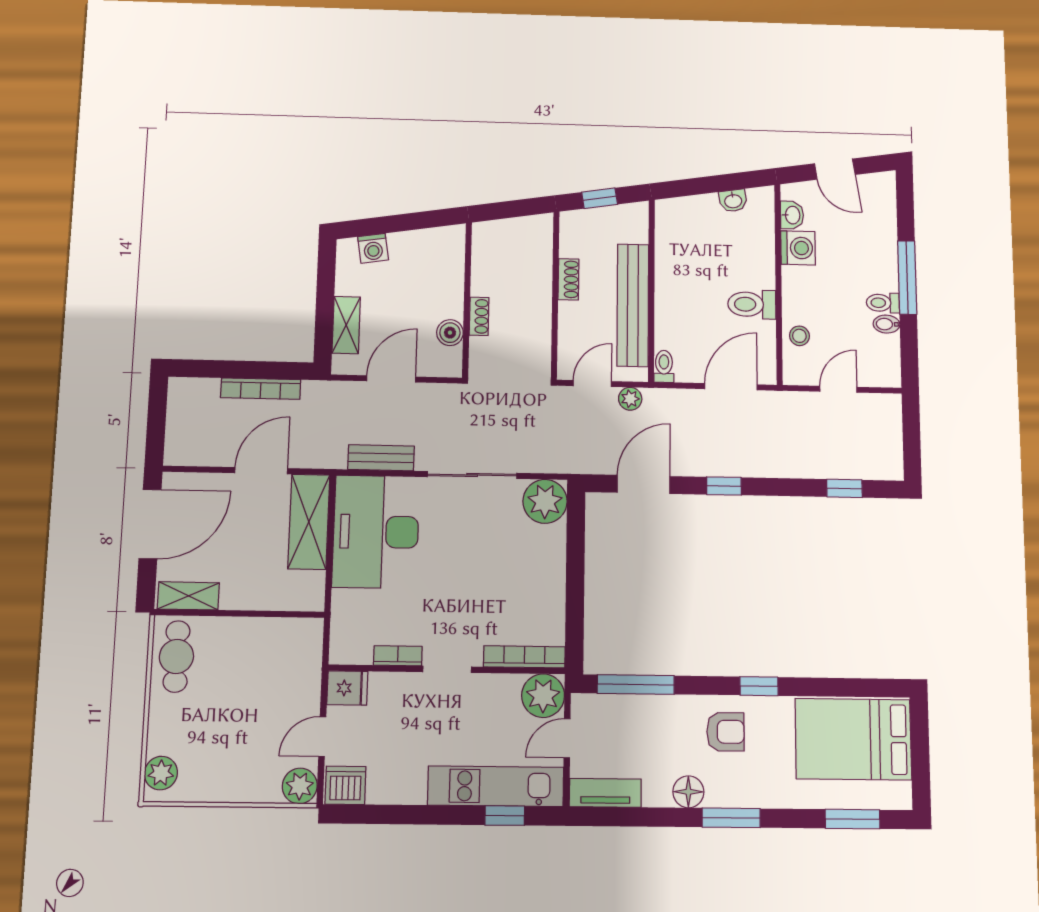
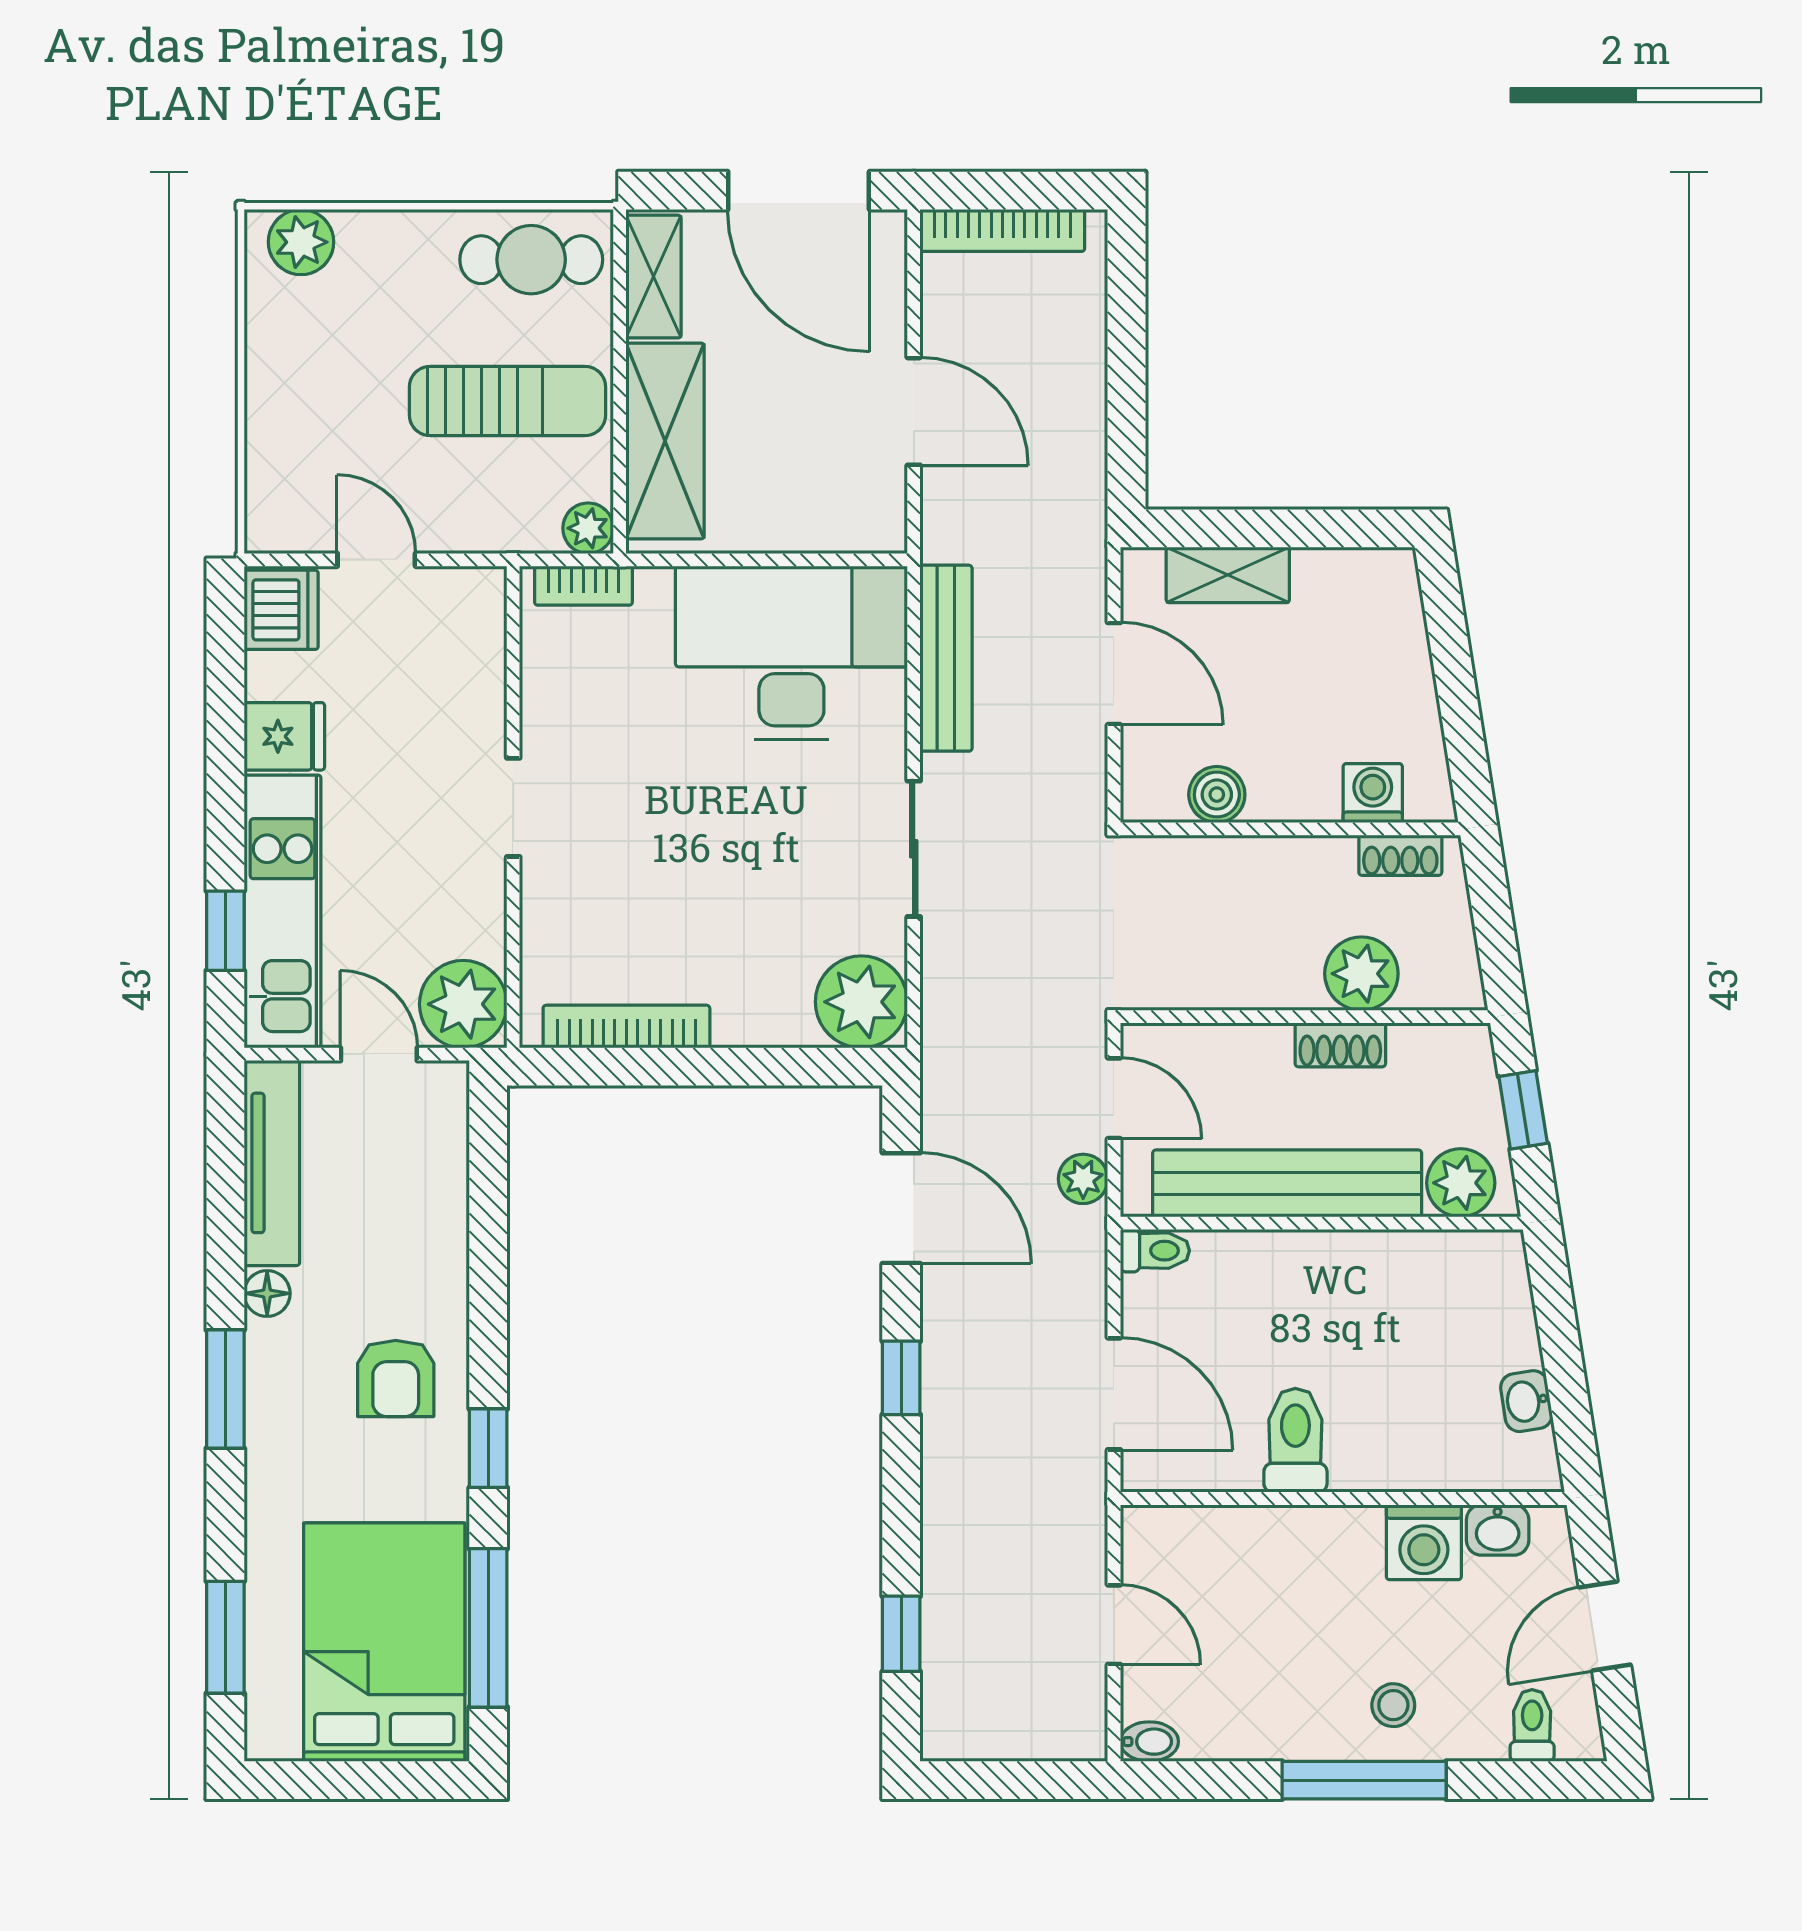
plant: (633, 227) -> (1461, 1183), added
washing machine: (373, 248) -> (1373, 793), moved, turned 99
plant: (535, 269) -> (1361, 974), added
toilet: (883, 303) -> (1532, 1725), moved
shoe rack: (479, 316) -> (1400, 855), moved
bidet: (886, 324) -> (1149, 1742), moved, turned 90
stool: (799, 336) -> (1393, 1705), moved
bookcase: (261, 389) -> (1002, 230), moved, turned -90
bench: (381, 458) -> (946, 658), width x1.36
sliding door: (472, 475) -> (914, 849), width x0.73
shelving: (309, 522) -> (665, 441), moved, turned 90
bookcase: (398, 656) -> (583, 586), moved, turned 90
bookcase: (524, 657) -> (626, 1027), moved, turned -90
sun lounger: (246, 669) -> (507, 401), added
window: (636, 684) -> (488, 1628), moved
fridge: (347, 688) -> (284, 736), moved, turned -90
plant: (300, 786) -> (588, 528), moved, width x0.73, depth x0.73
floor lamp: (688, 792) -> (267, 1293), width x0.73, depth x0.73
tv unit: (605, 793) -> (272, 1163), width x1.41

